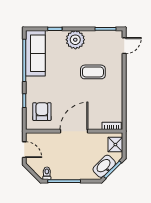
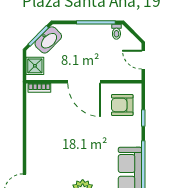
coffee table: (93, 72) -> (62, 152), removed
armchair: (42, 112) -> (122, 105), turned 90
door: (74, 131) -> (84, 82), hinge flipped

